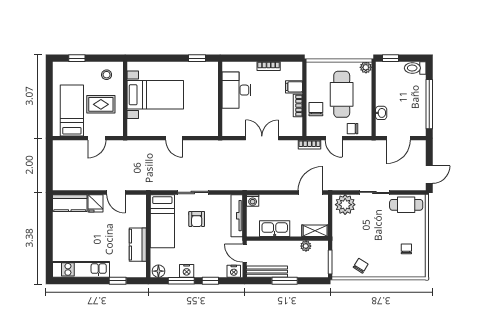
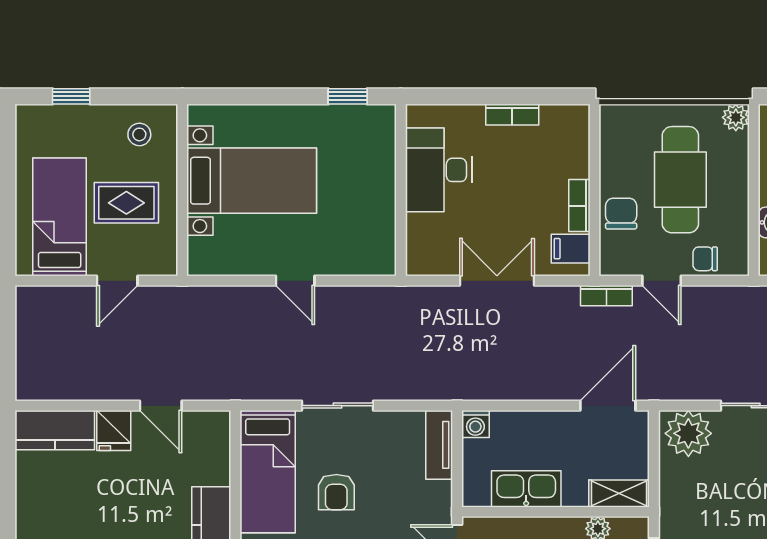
filing cabinet: (294, 87) -> (571, 249), moved
tv unit: (237, 216) -> (439, 445), width x0.71
armchair: (197, 219) -> (336, 492), moved

